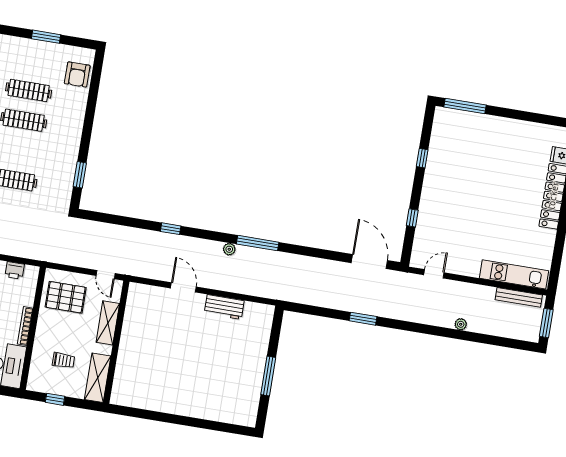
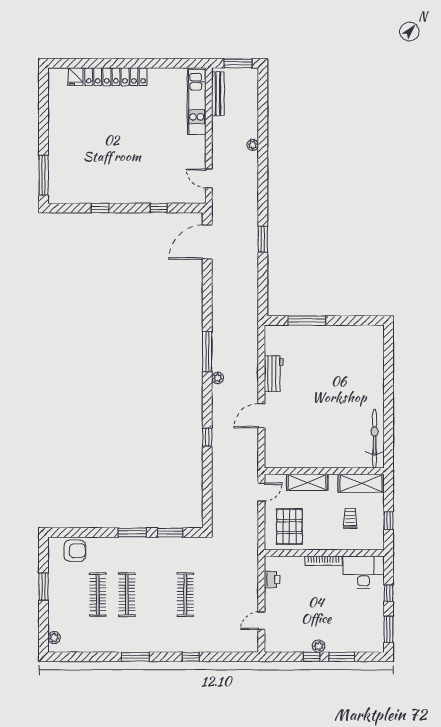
window: (86, 136) -> (132, 533), added
window: (268, 376) -> (307, 321), moved
bicycle: (141, 399) -> (375, 439), added

